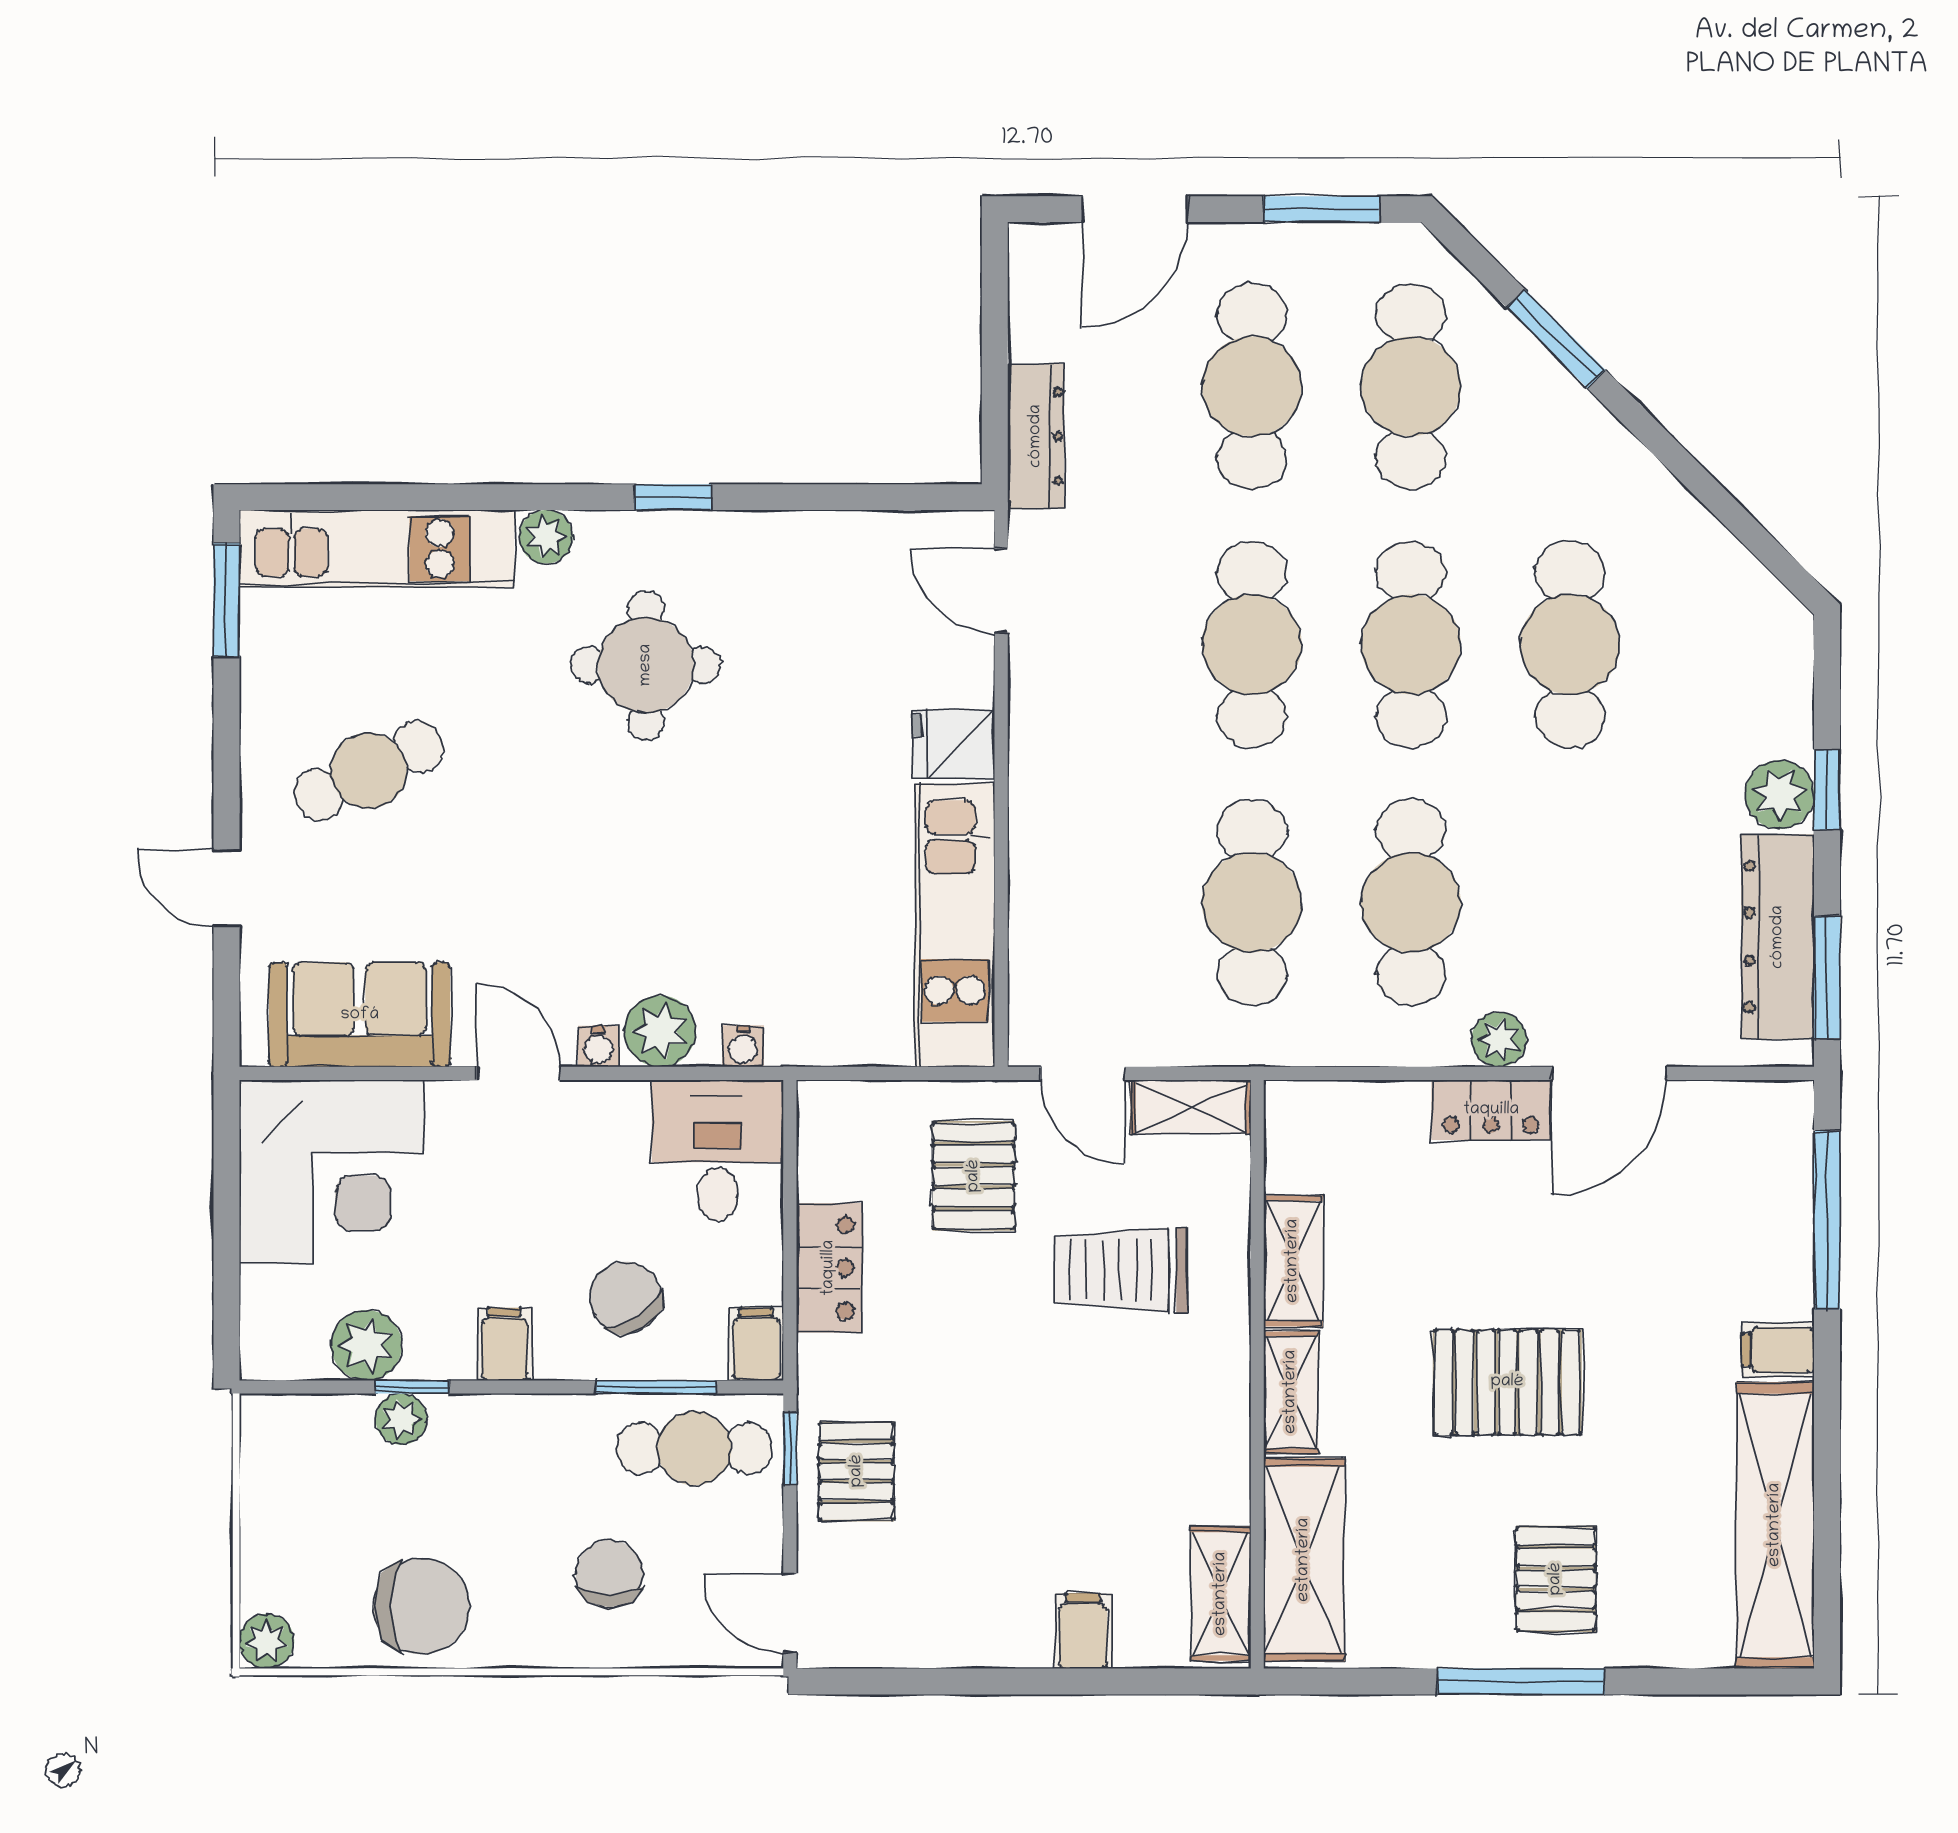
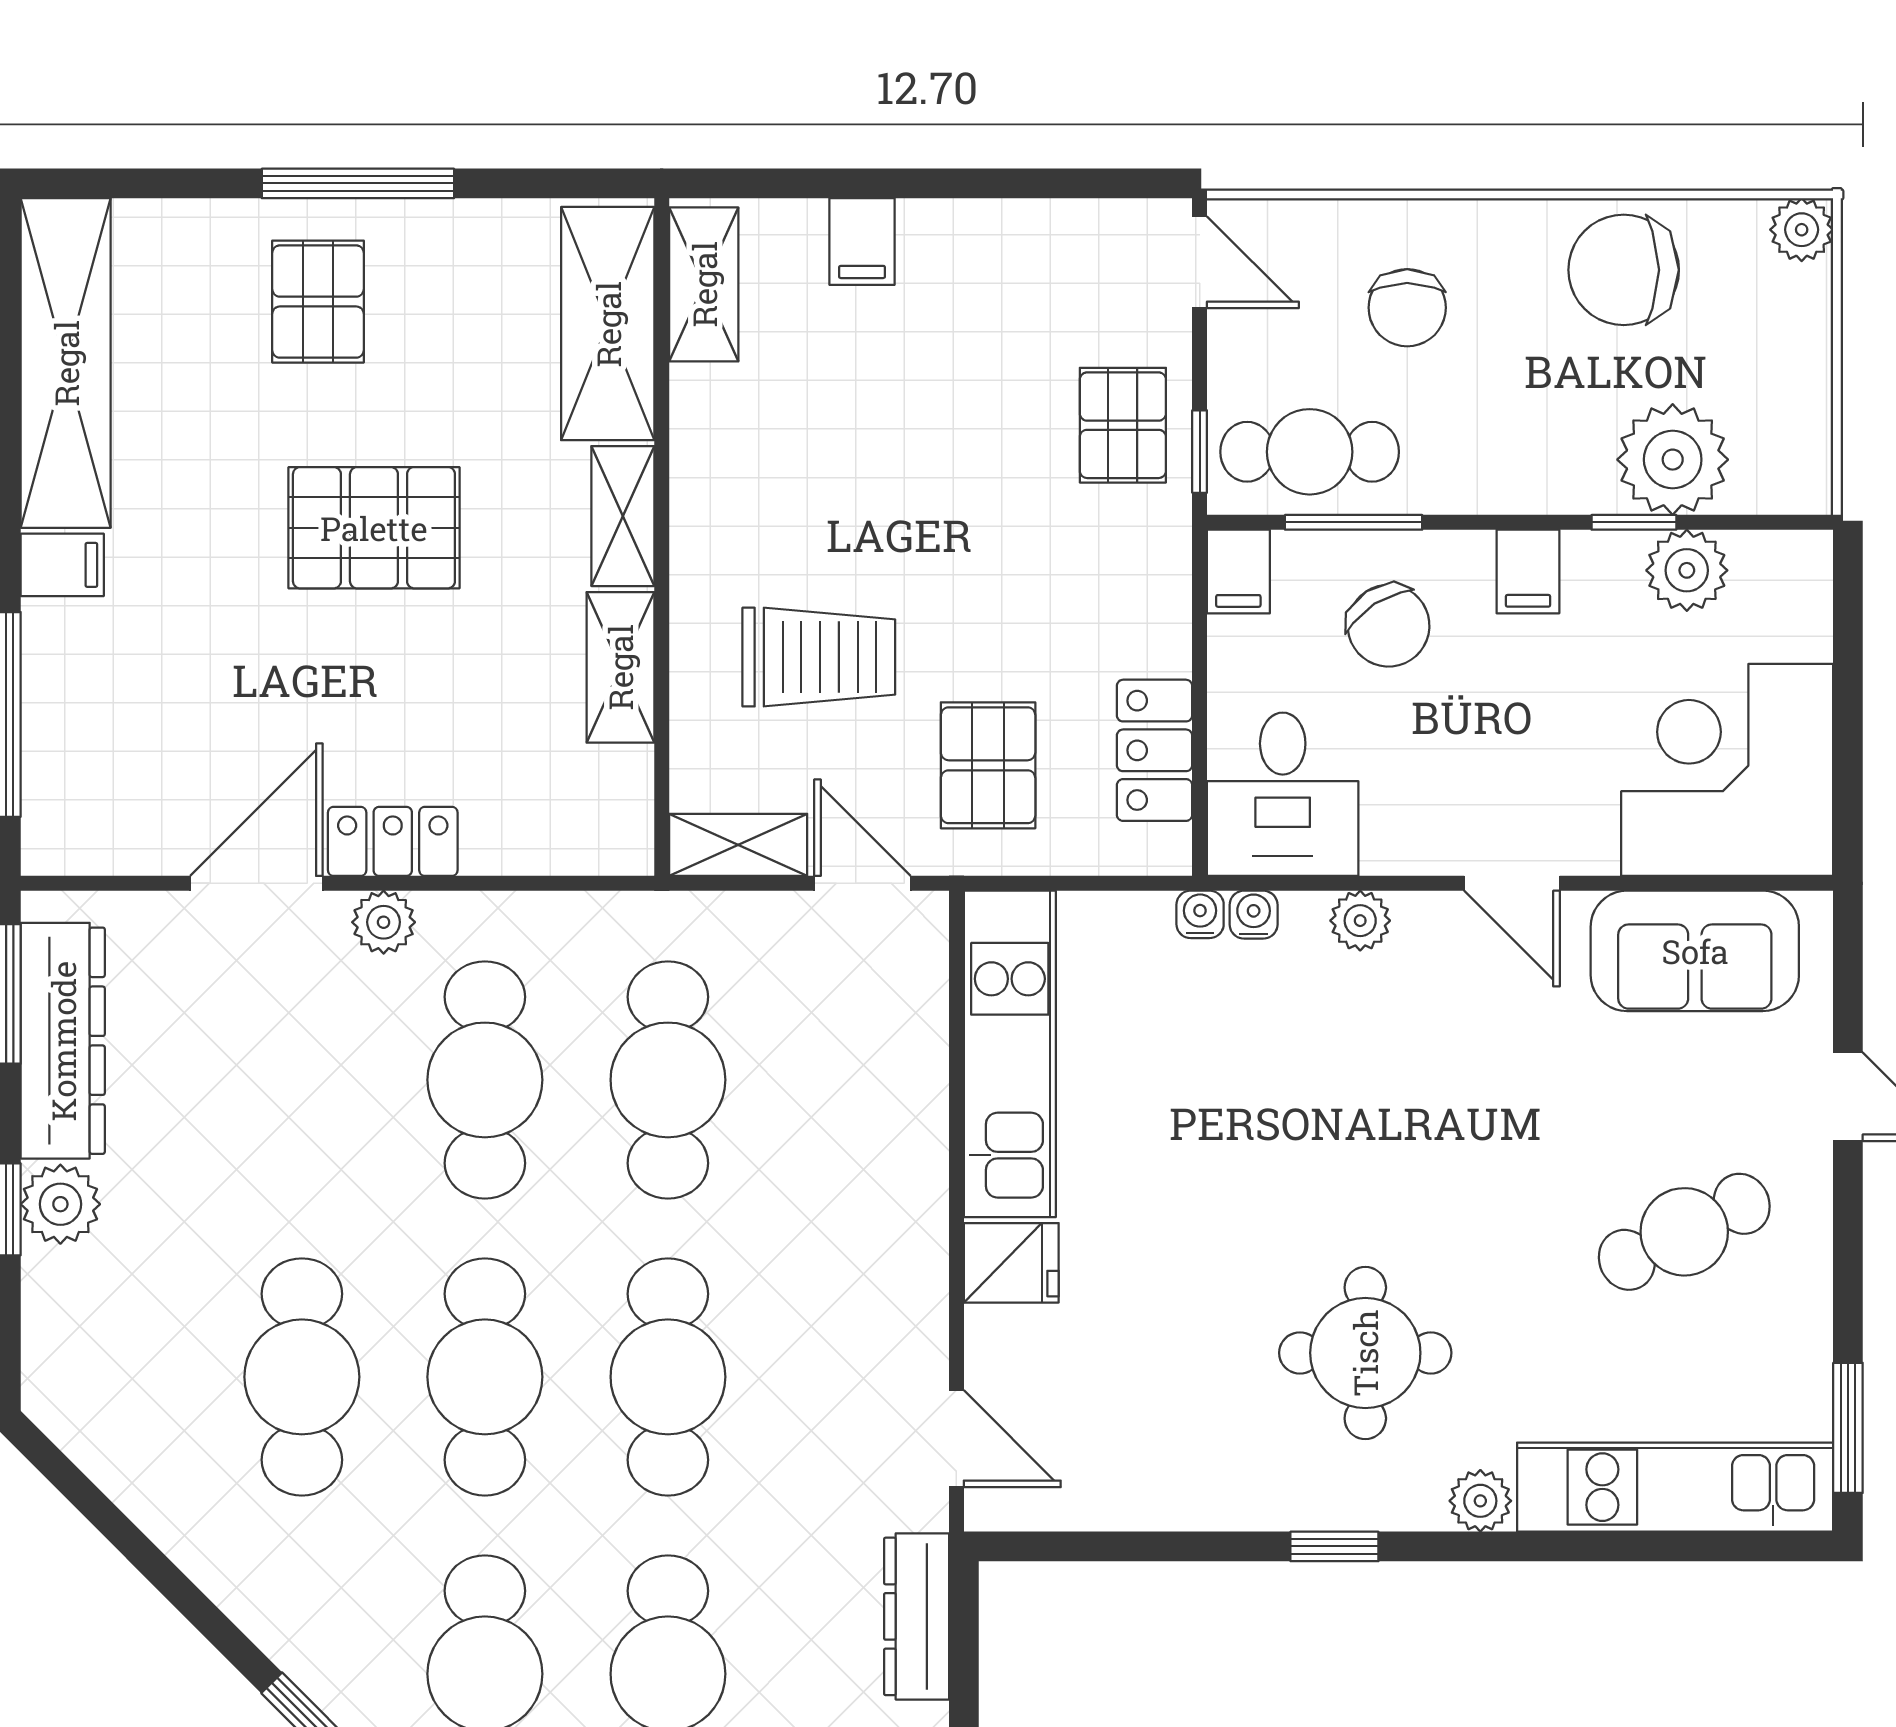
plant: (660, 1031) -> (1360, 921), width x0.73, depth x0.73
water cooler: (599, 1046) -> (1200, 914), moved
locker: (829, 1268) -> (1155, 750), moved
plant: (401, 1419) -> (1673, 460), width x1.88, depth x1.88

